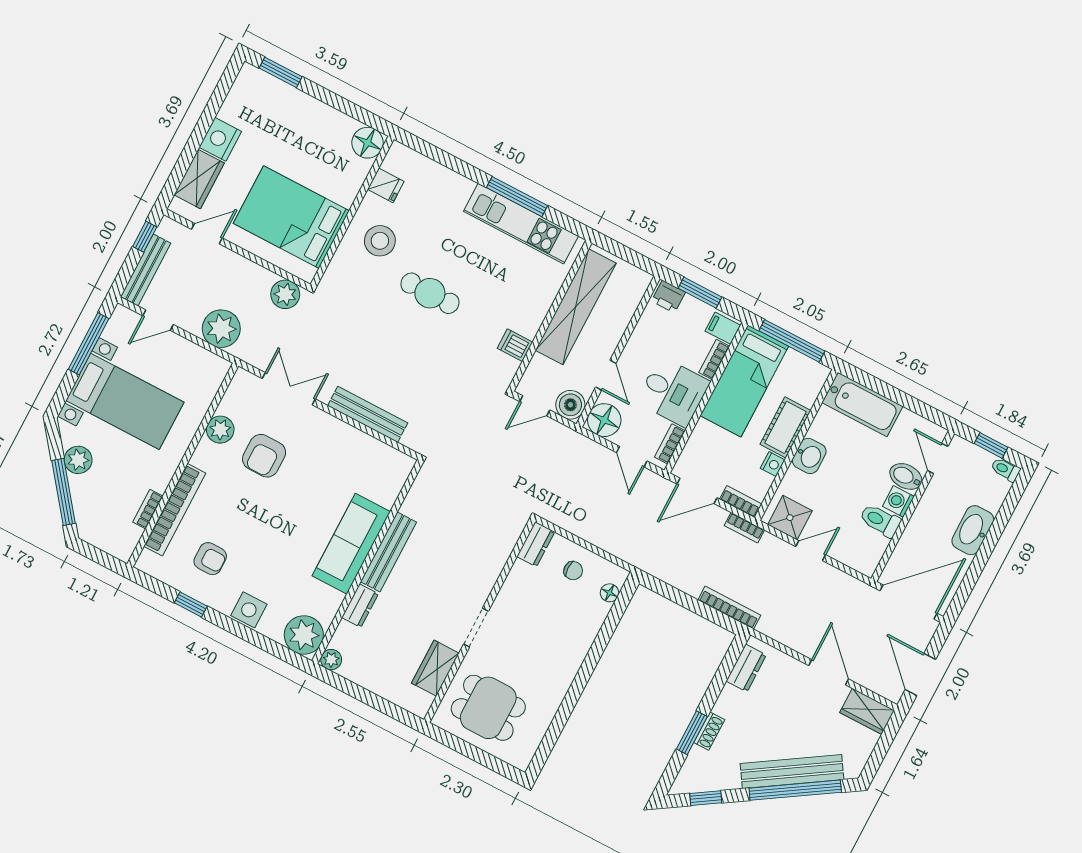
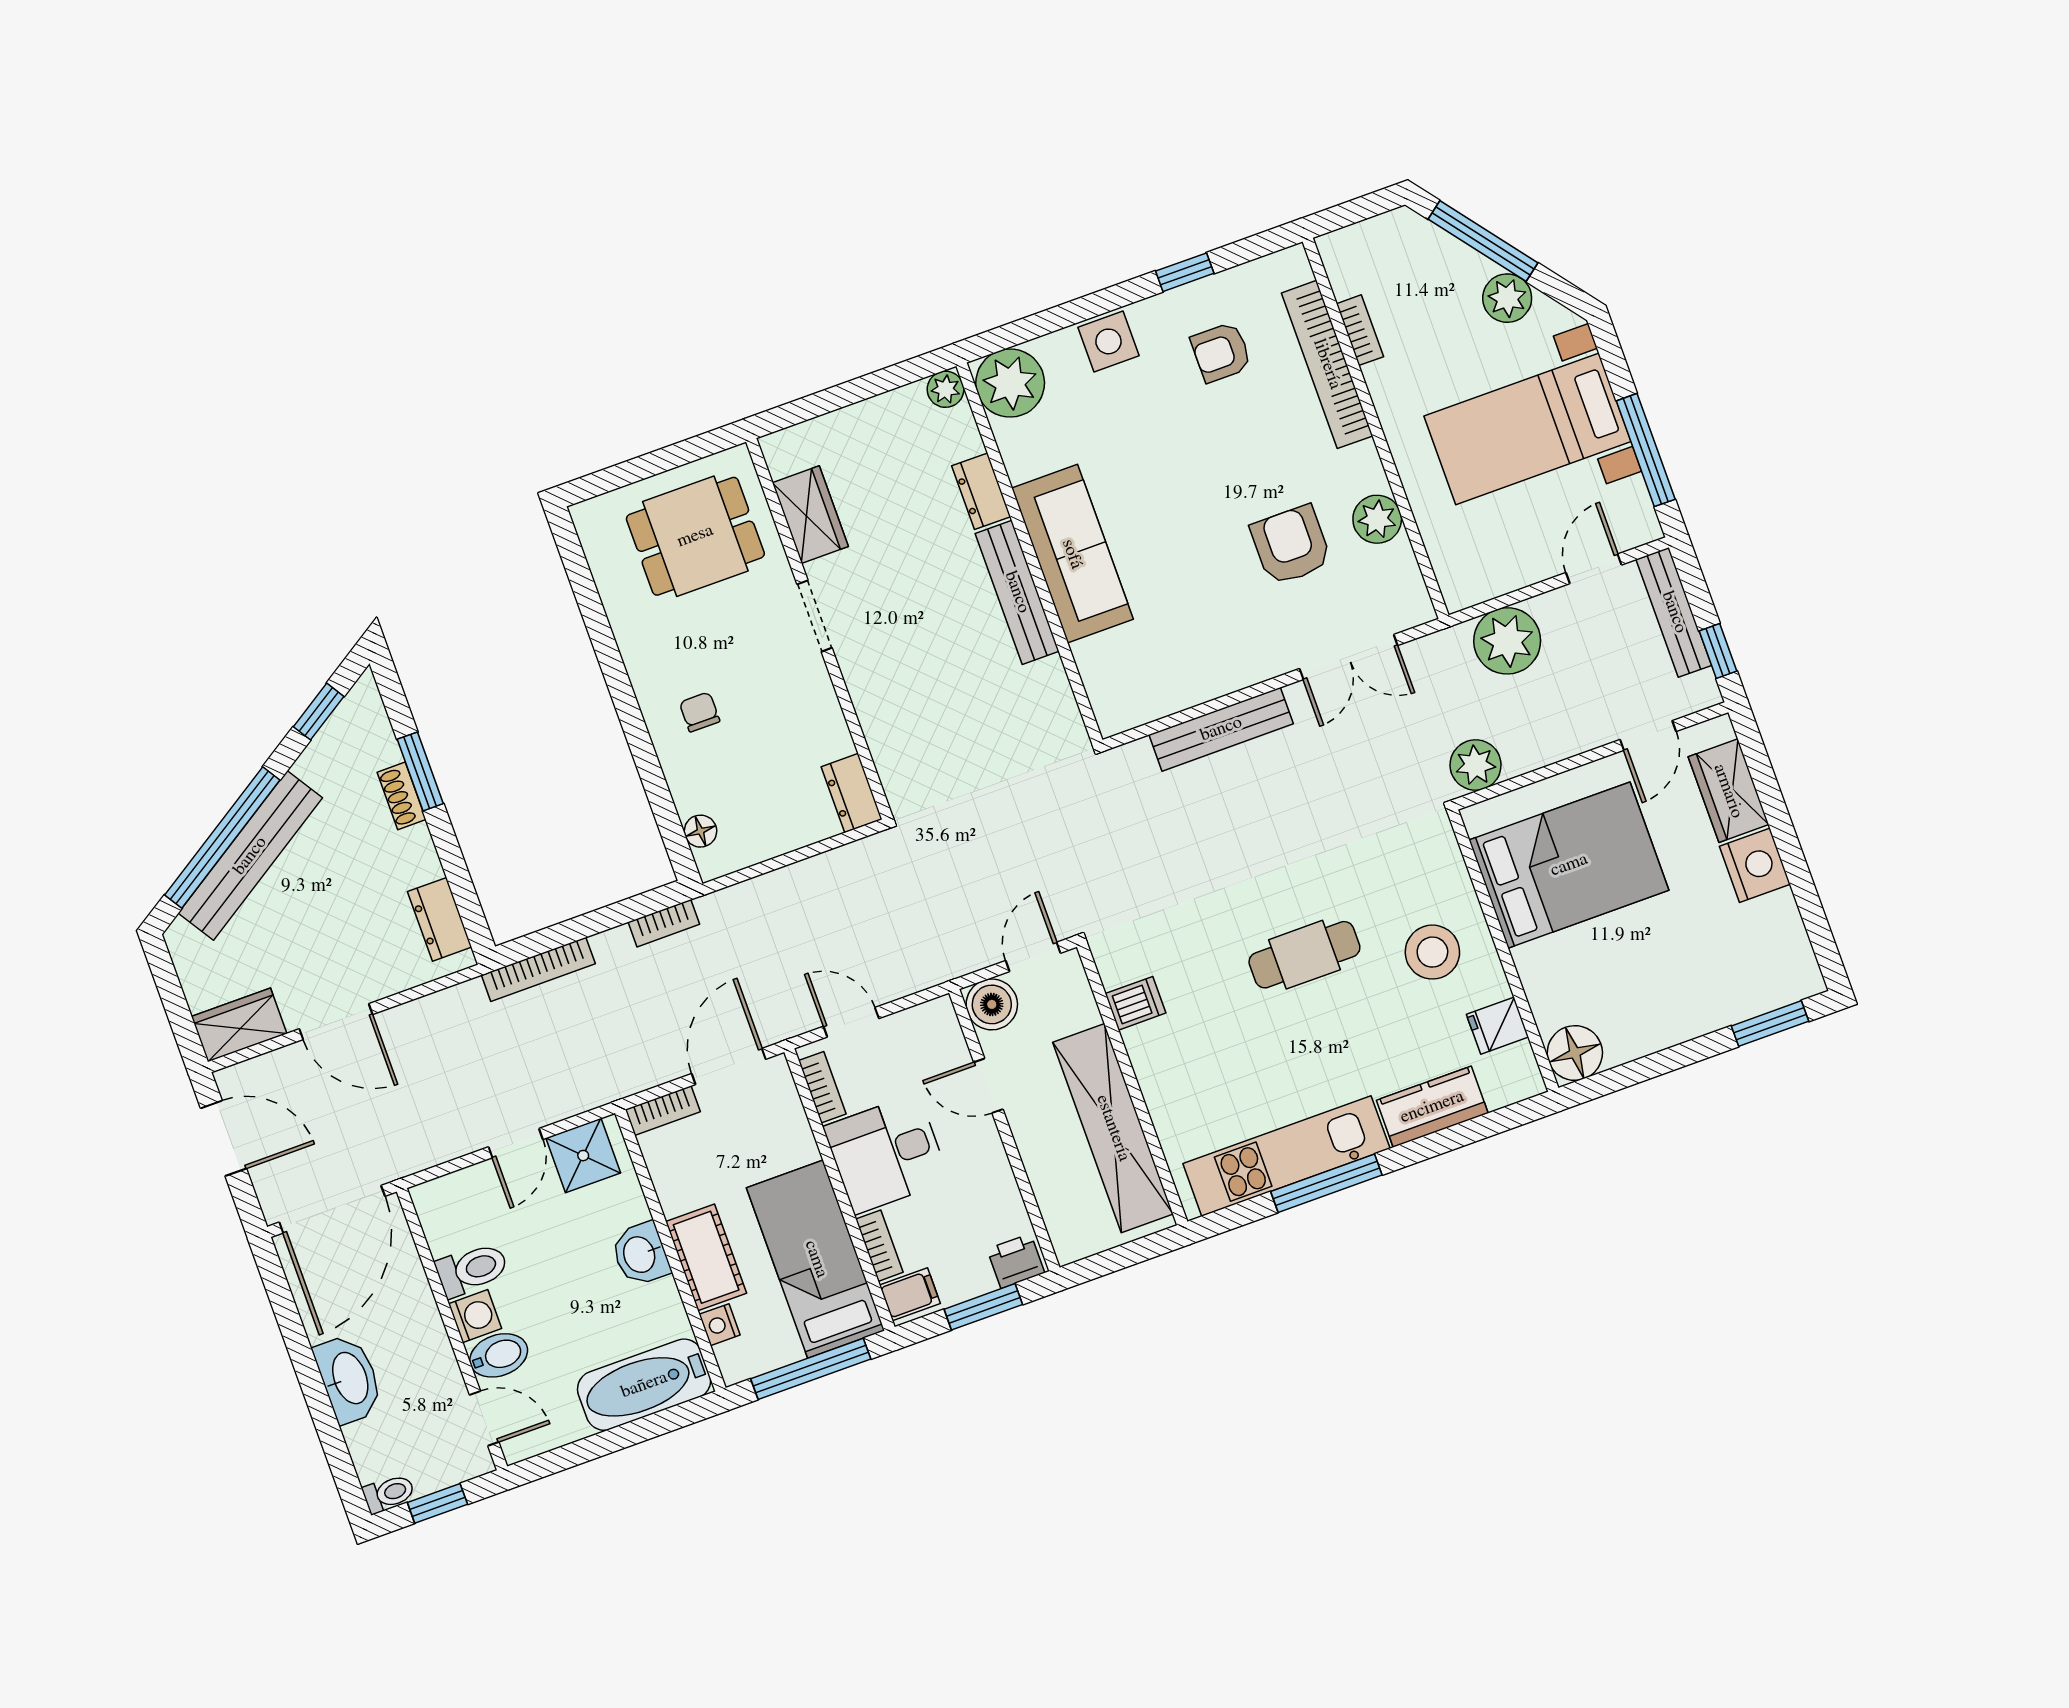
kitchen counter: (445, 182) -> (1432, 1107), added
floor lamp: (604, 420) -> (932, 1030), removed
nightstand: (773, 464) -> (720, 1325), moved
bookcase: (744, 528) -> (664, 923), moved, turned 180
chair: (573, 571) -> (700, 712), moved, turned 90

